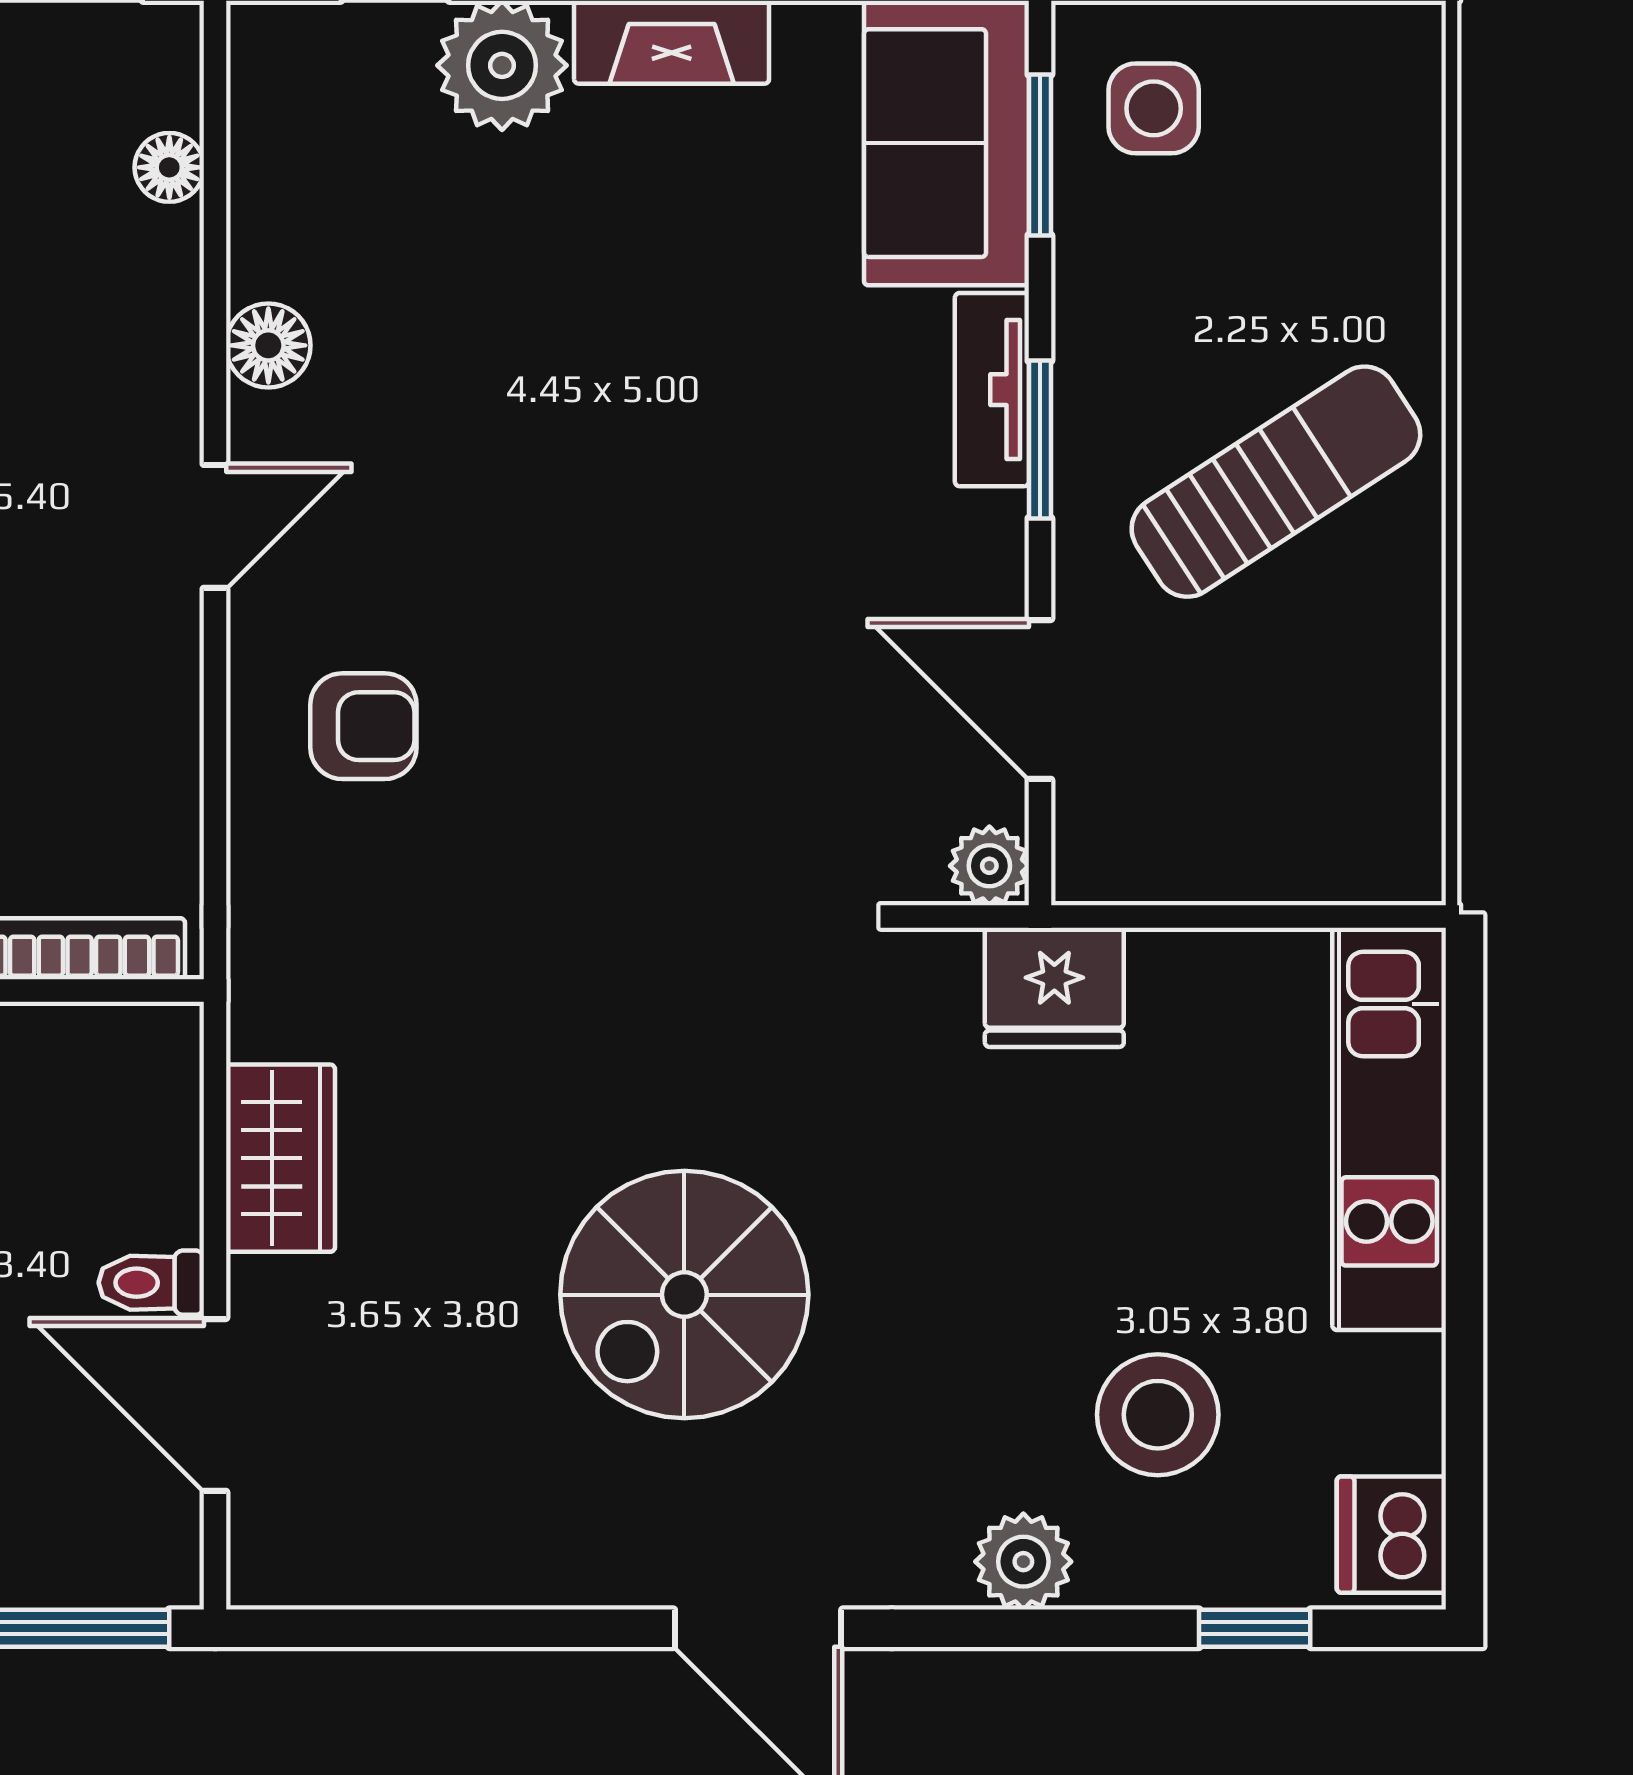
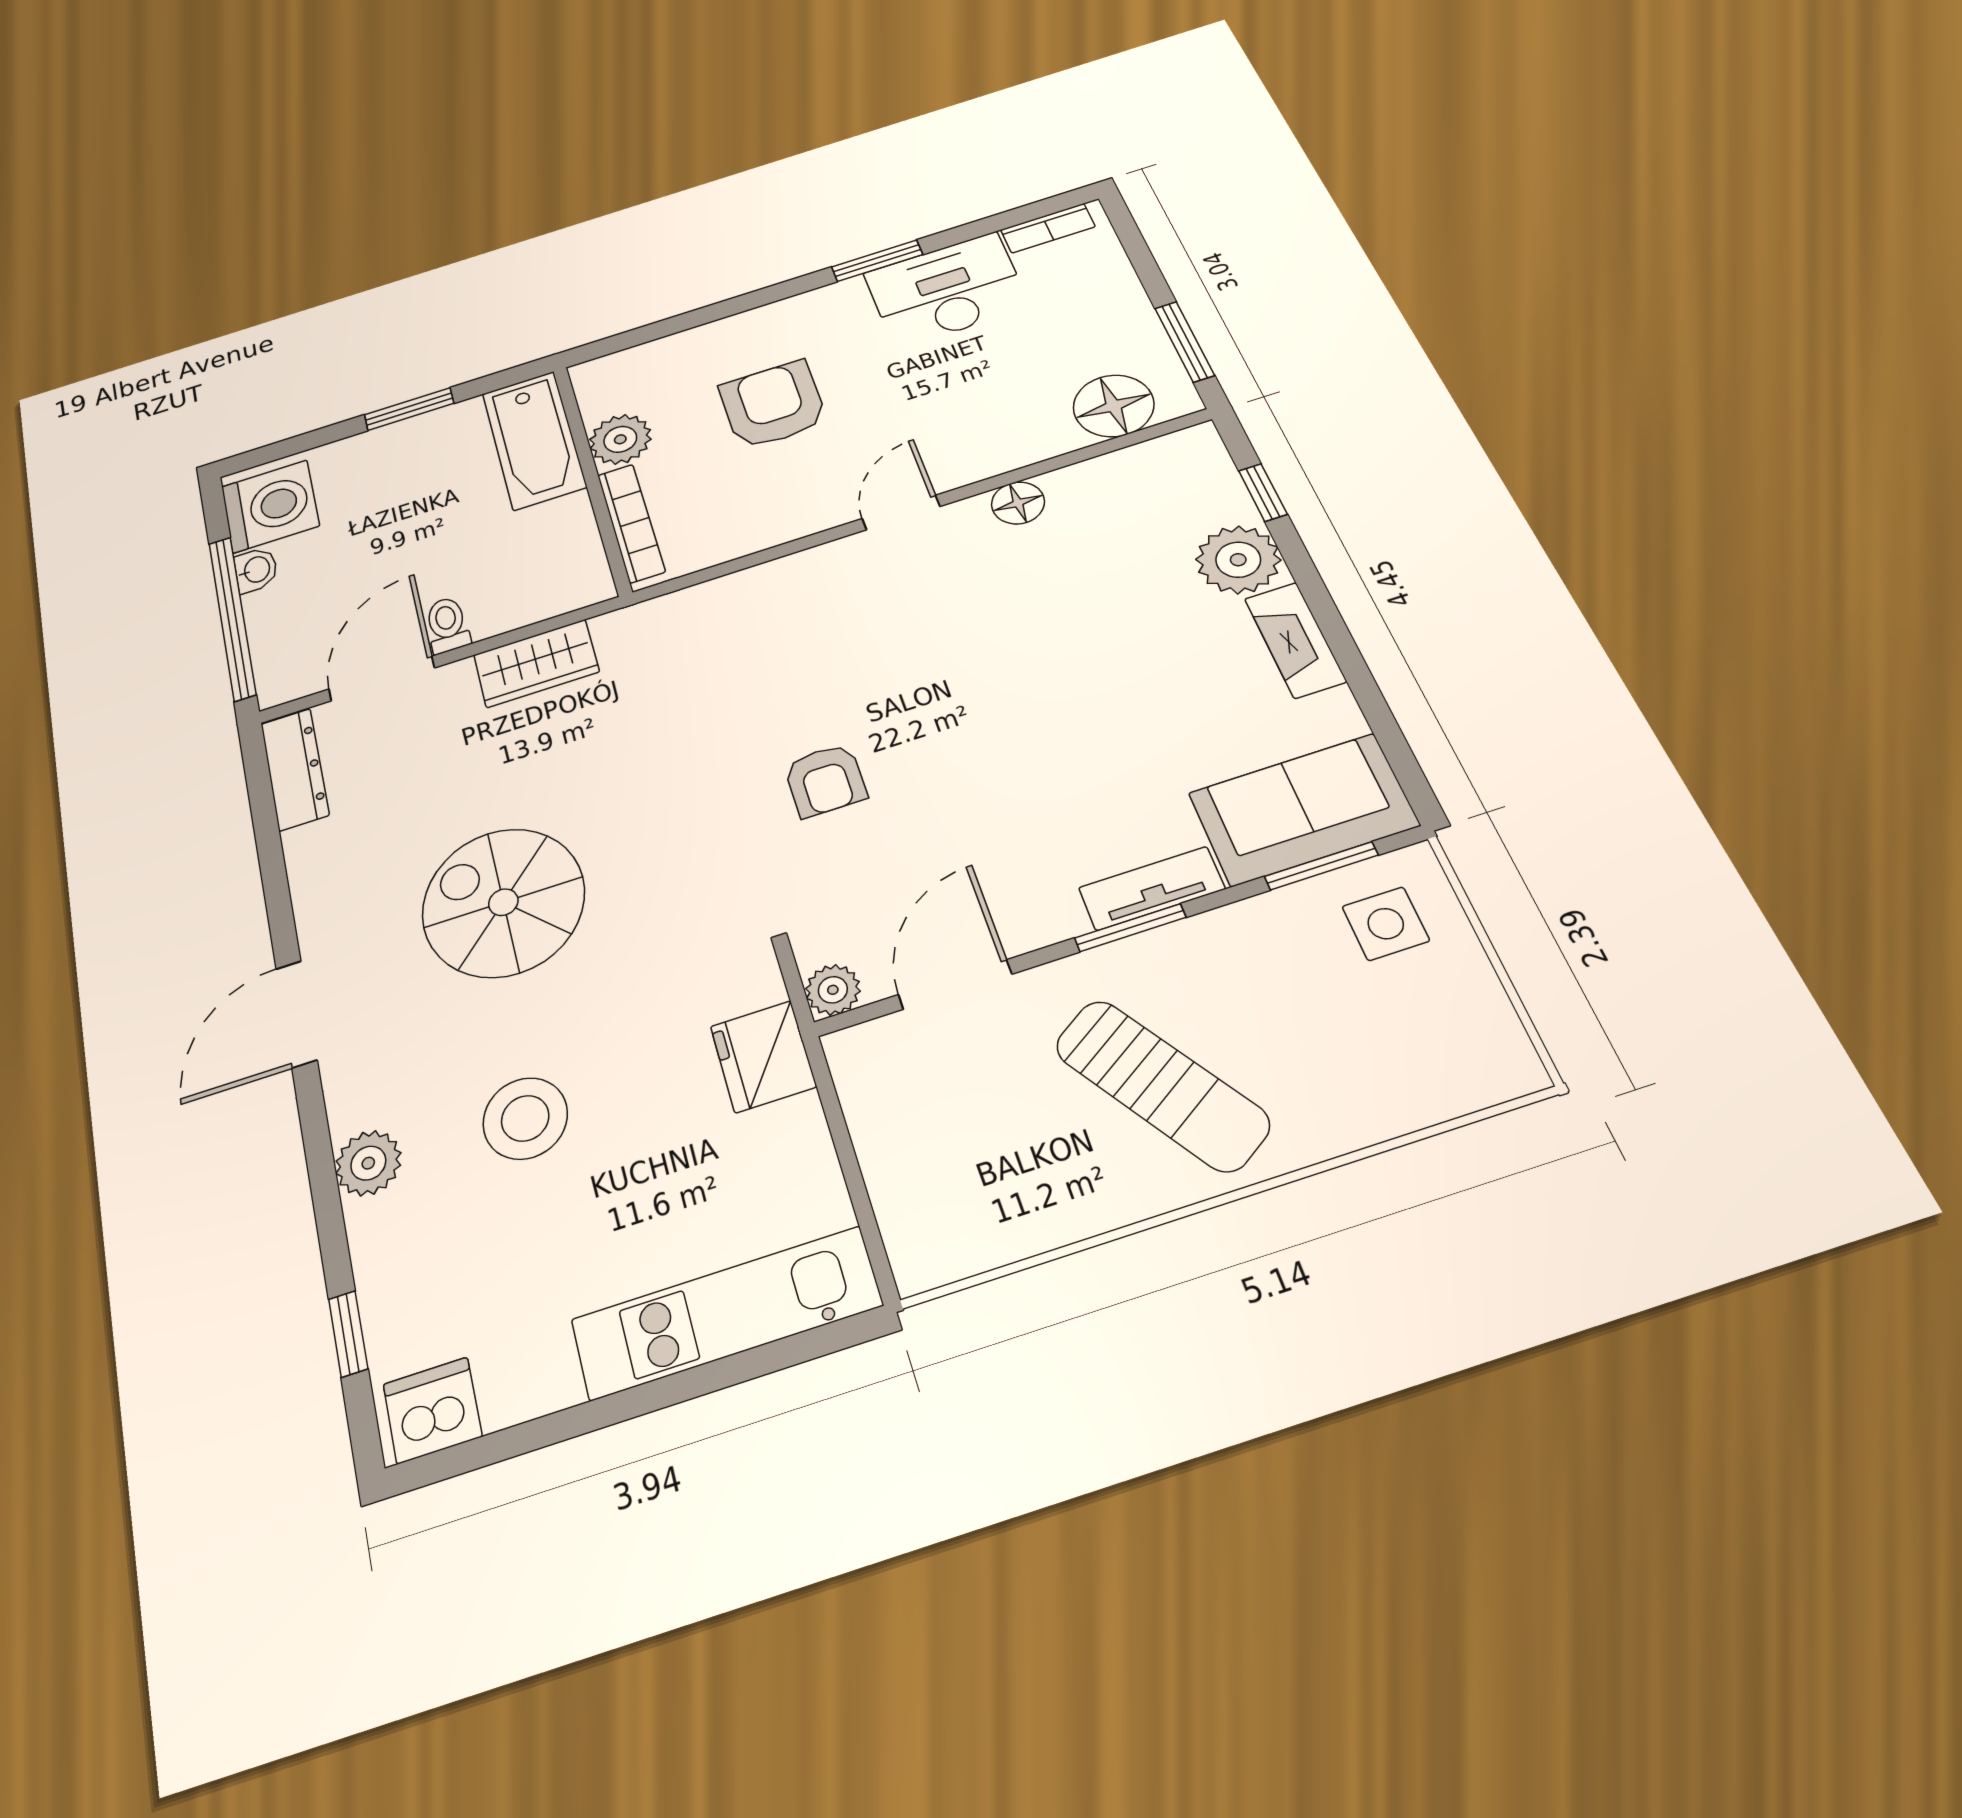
floor lamp: (169, 167) -> (1114, 406), width x1.89, depth x1.89
door: (215, 526) -> (901, 513), swing flipped
armchair: (363, 726) -> (825, 780), moved
stool: (1158, 1415) -> (525, 1118), moved
dresser: (334, 1569) -> (295, 769), added

